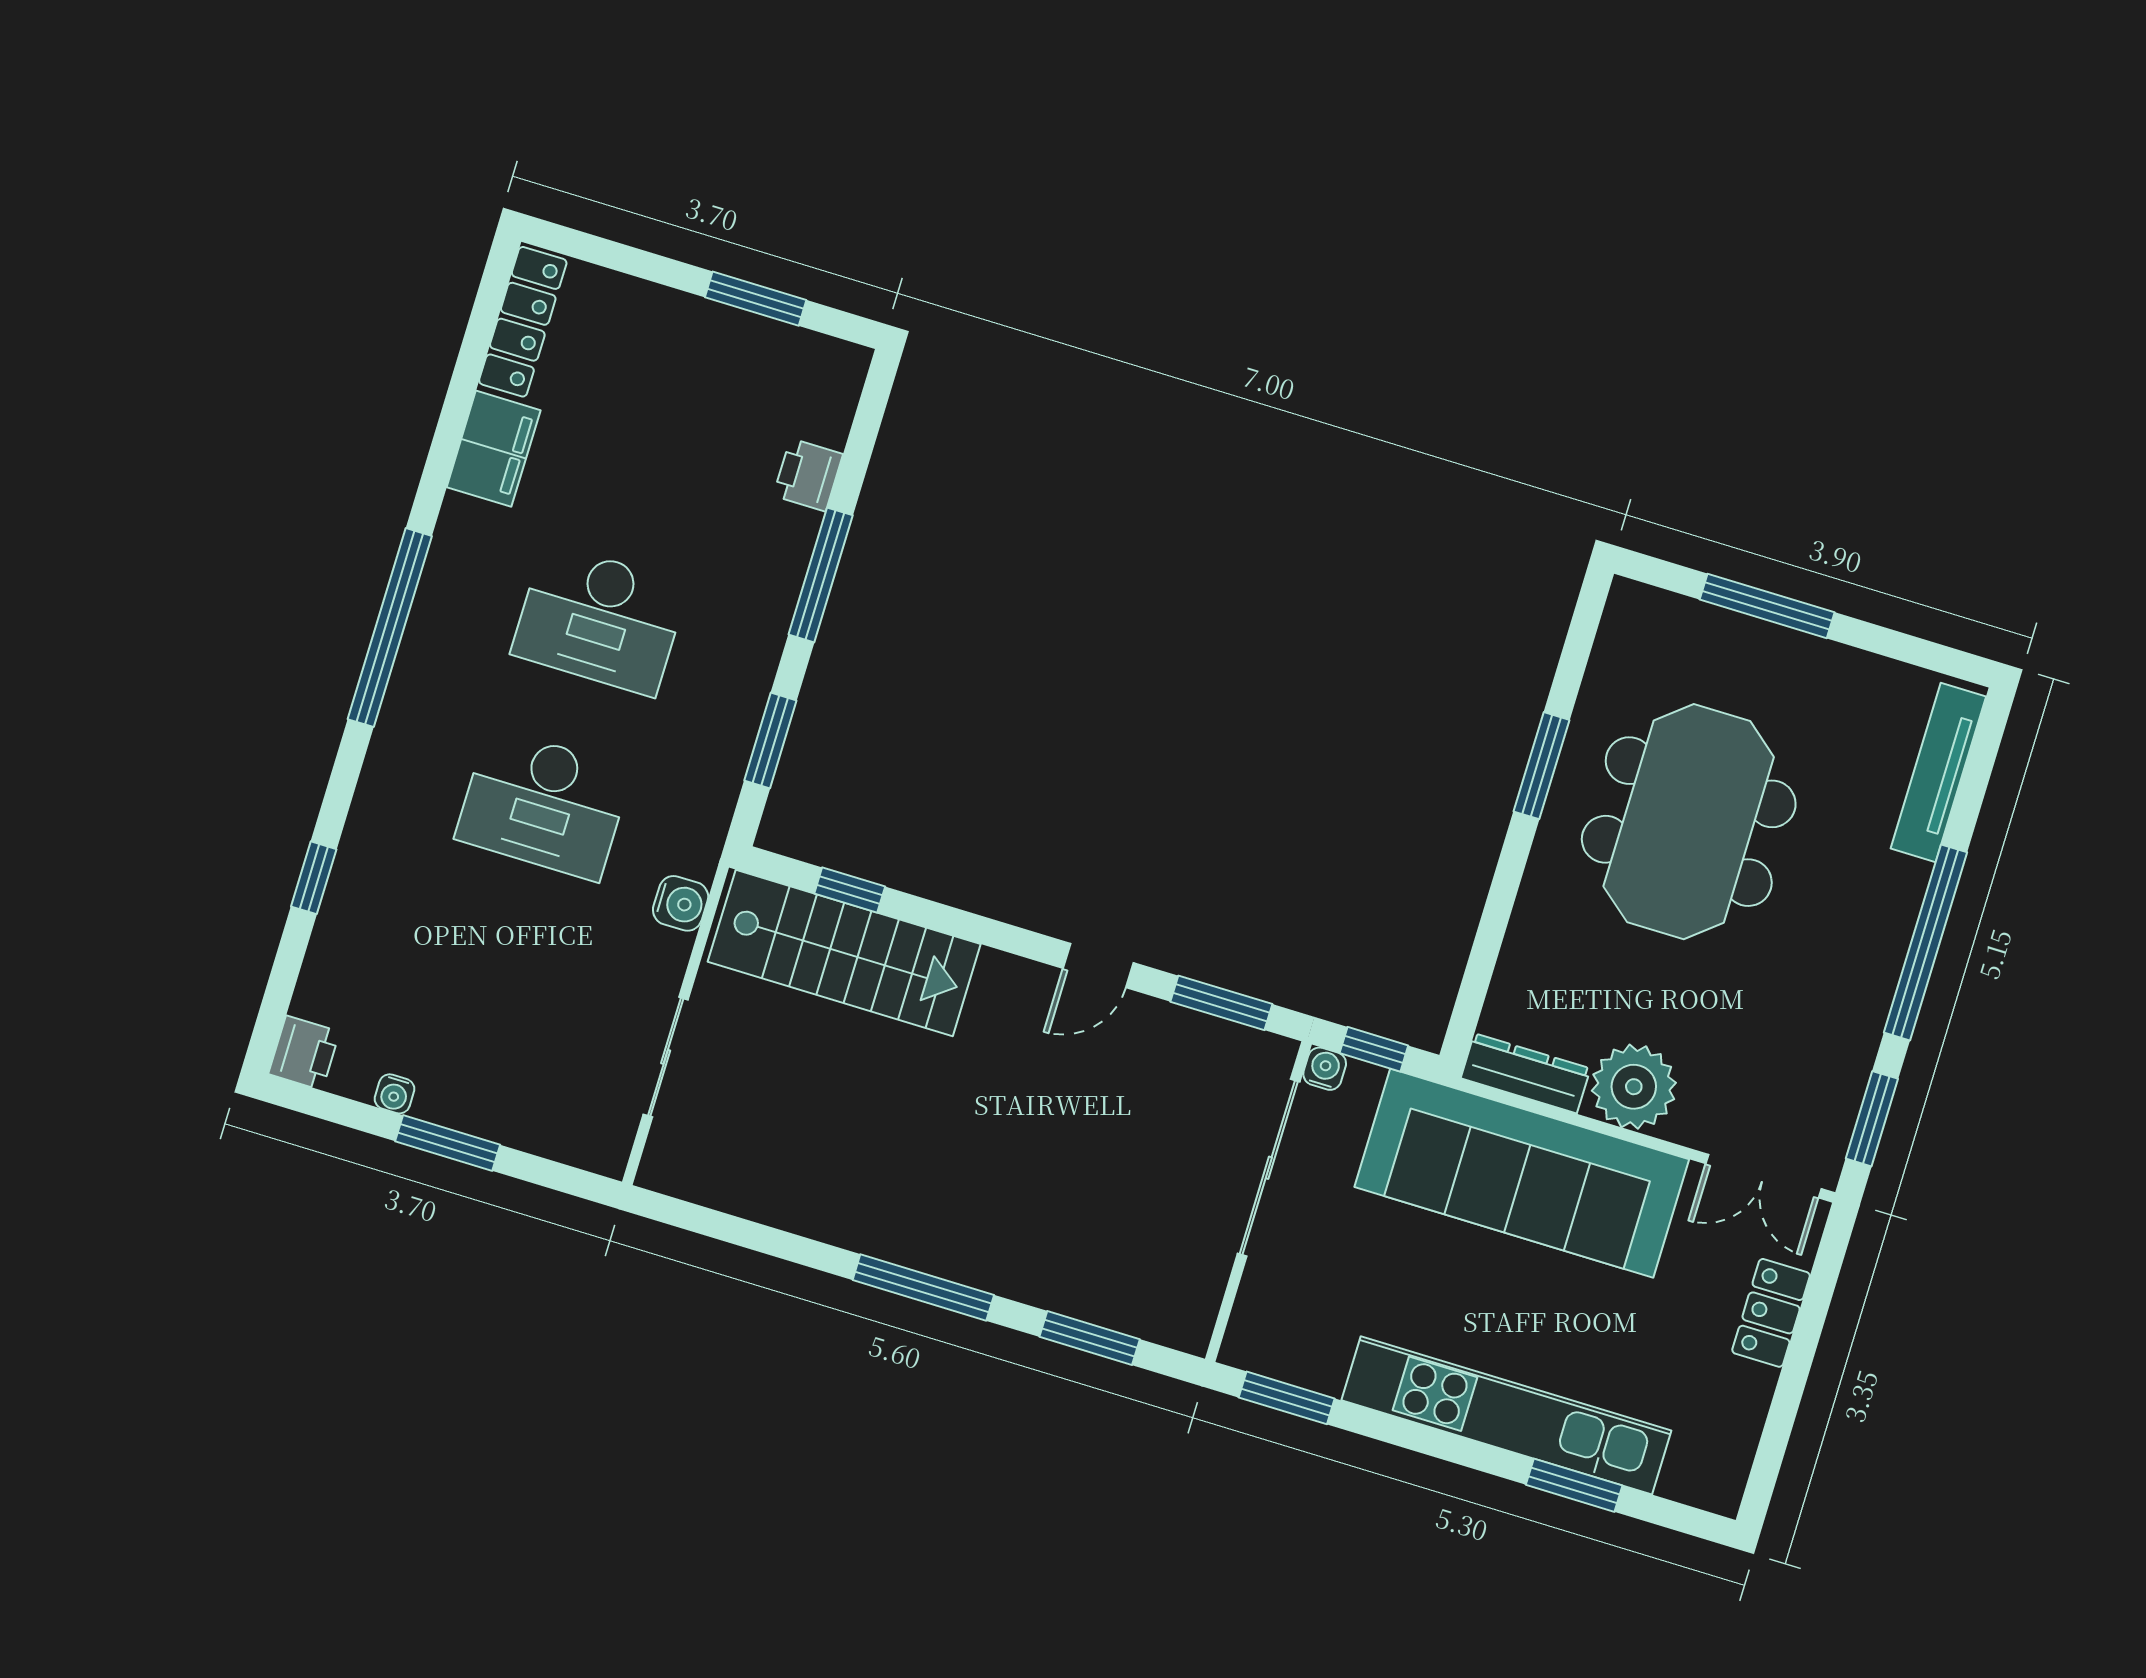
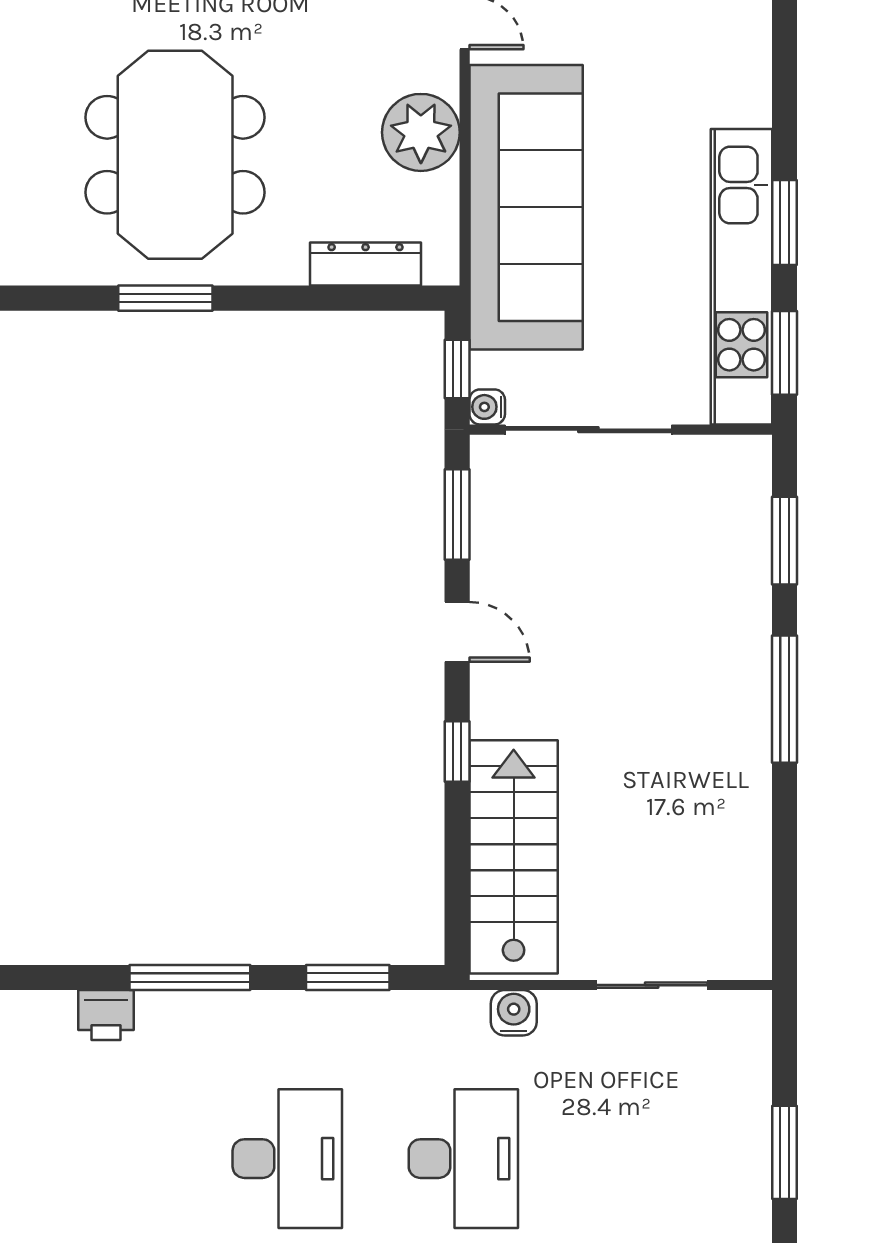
meeting table: (1689, 822) -> (175, 155), turned 90
window: (850, 890) -> (457, 752), moved
dresser: (1526, 1073) -> (366, 264), moved, turned 90
water cooler: (394, 1094) -> (756, 1212), removed
kitchen unit: (1506, 1415) -> (742, 277), moved
window: (1574, 1485) -> (784, 222), moved

